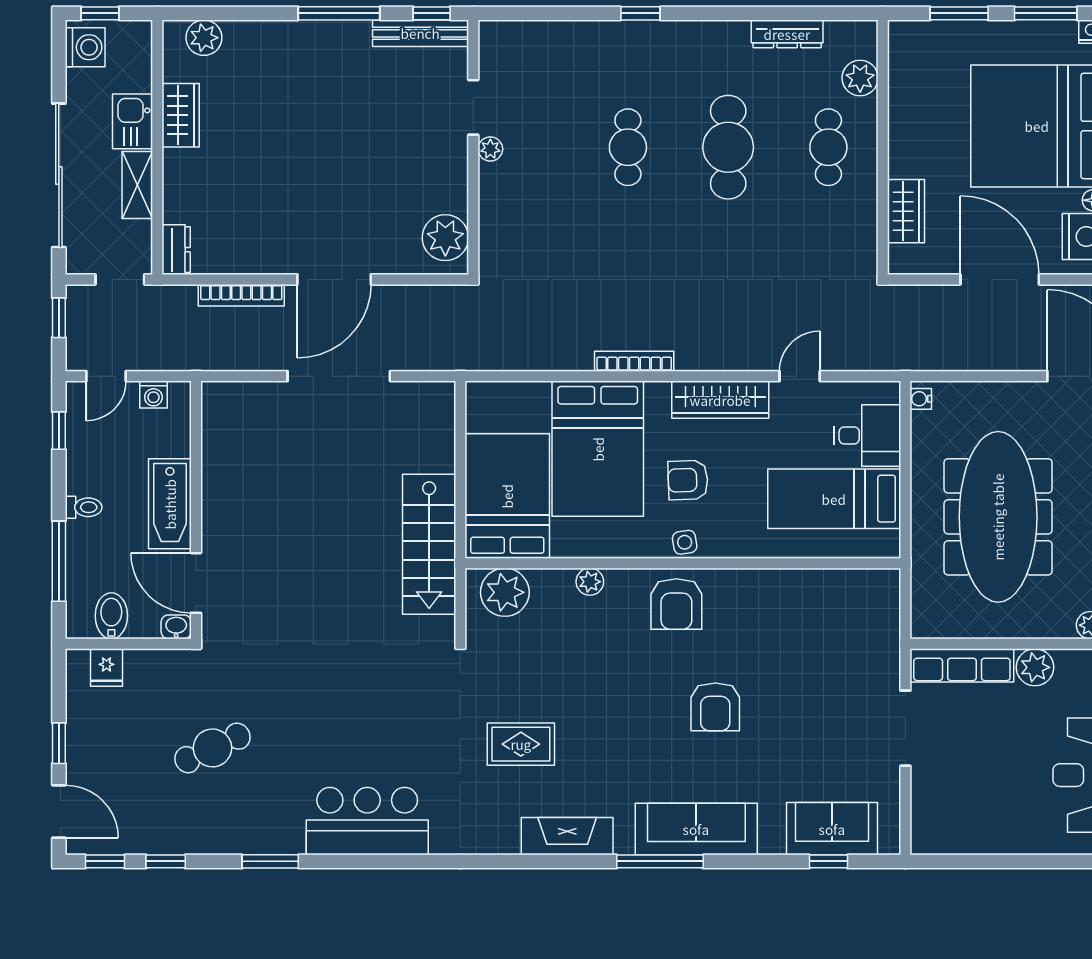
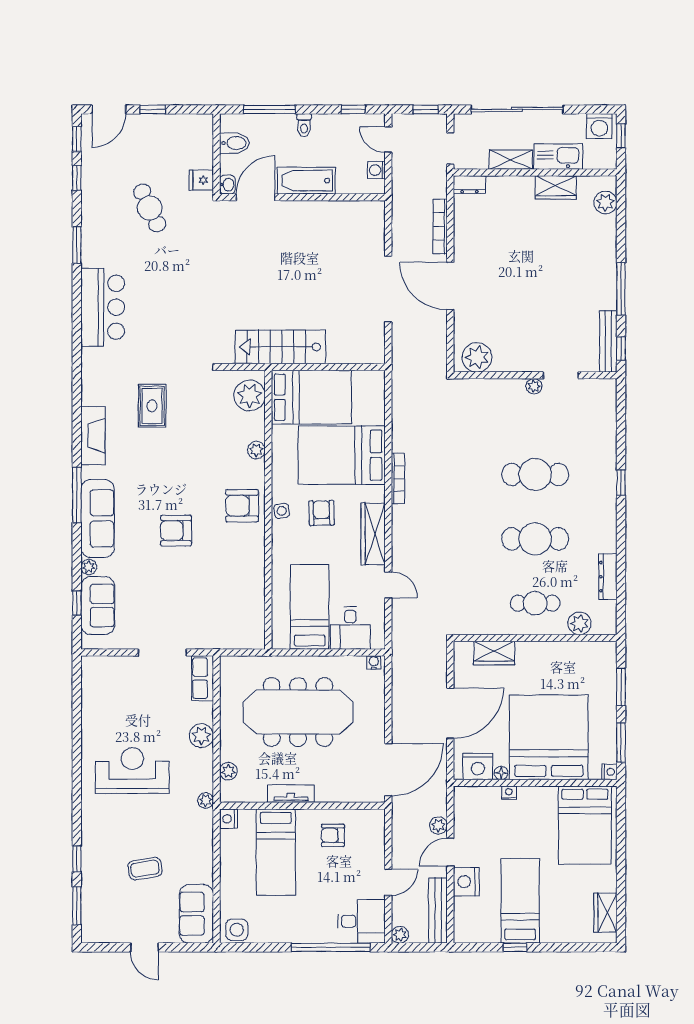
kitchen sink: (132, 121) -> (558, 157), width x1.38
cafe table: (628, 147) -> (535, 475), width x1.37, depth x1.35
row of seats: (962, 665) -> (203, 678), width x0.68
fridge: (107, 667) -> (201, 180), moved
plant: (772, 843) -> (89, 567), added

